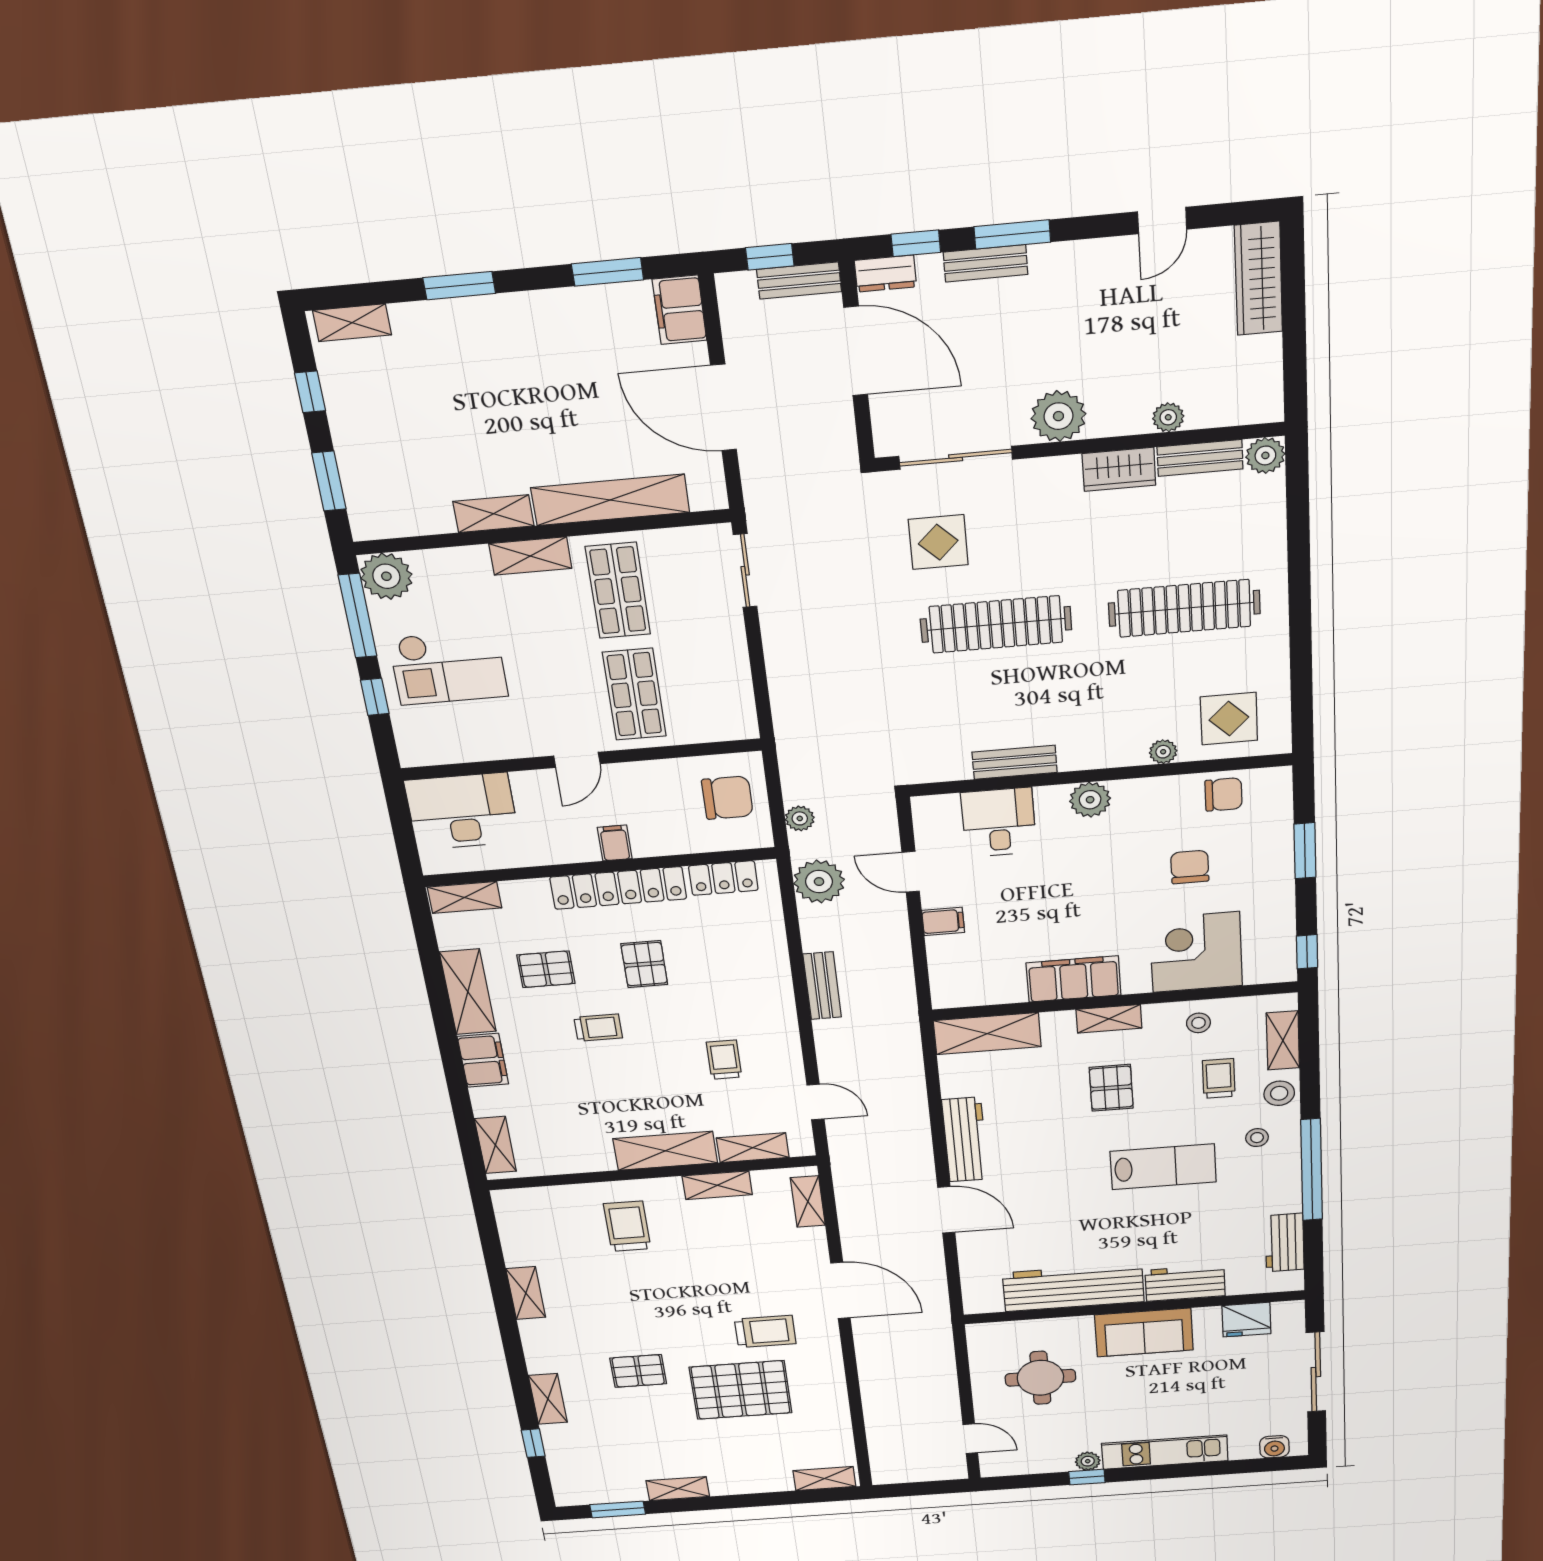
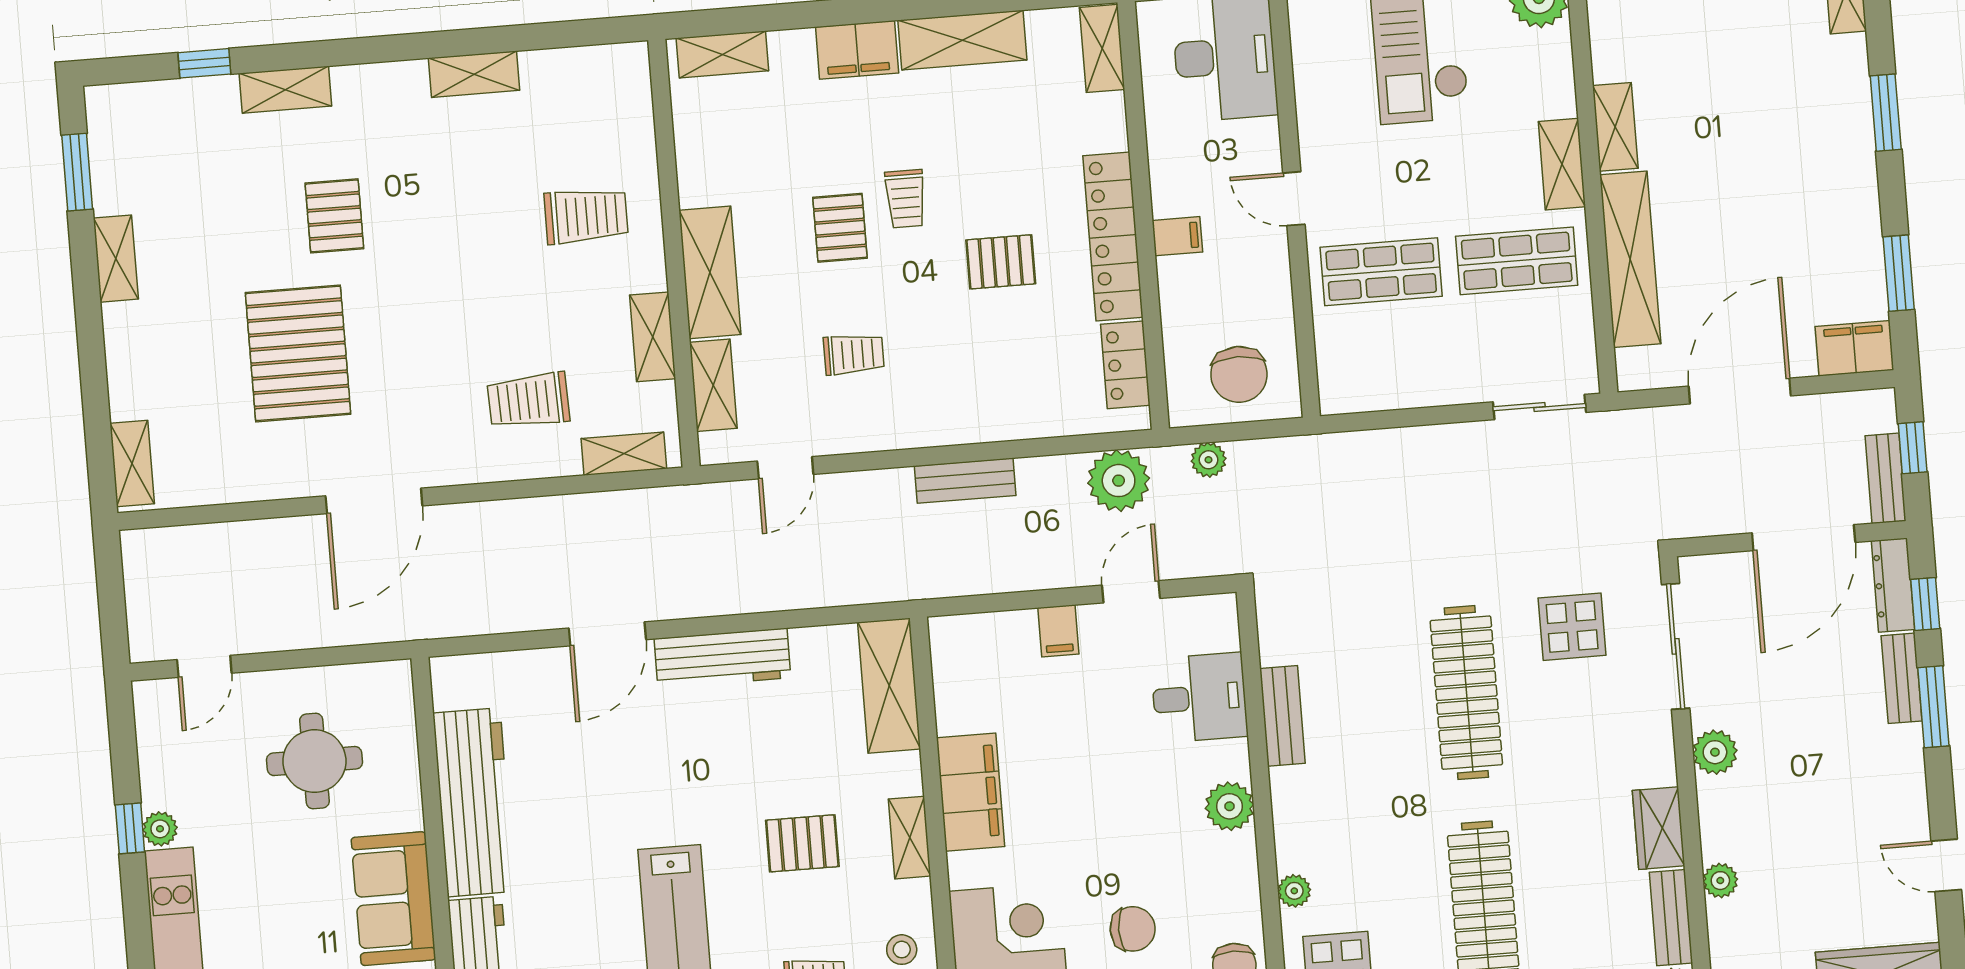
dresser: (885, 274) -> (1893, 585), width x1.44
plant: (1058, 416) -> (1715, 752), width x0.73, depth x0.73
pallet: (546, 969) -> (840, 228), moved
door: (840, 1291) -> (374, 501), moved
trolley: (765, 1331) -> (528, 401), moved, turned 88

